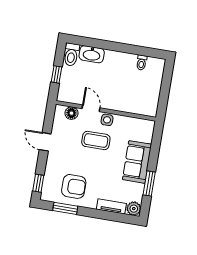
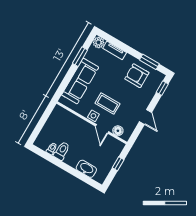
toilet: (71, 55) -> (62, 151), moved
sofa: (137, 162) -> (80, 81), width x1.36

